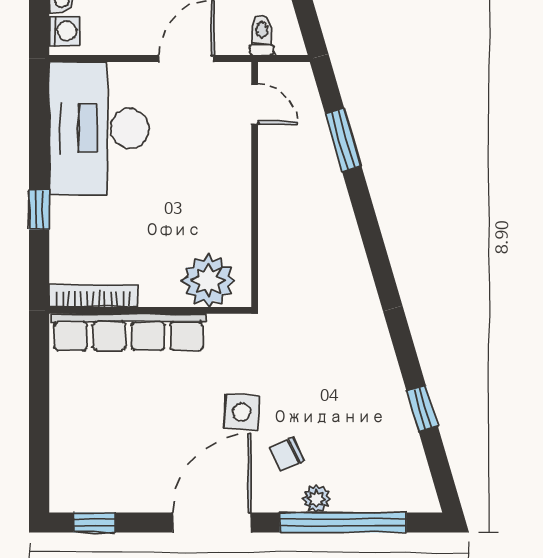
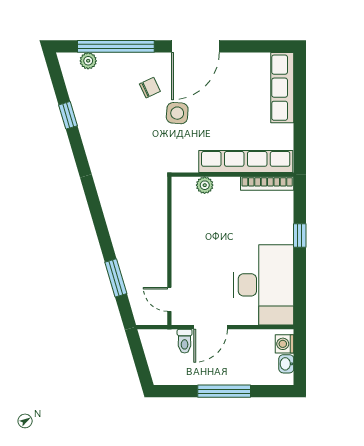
toilet: (262, 35) -> (185, 341), moved
plant: (209, 281) -> (205, 185), width x0.53, depth x0.53
row of seats: (68, 454) -> (282, 88), added
plant: (316, 499) -> (88, 61), moved
window: (94, 522) -> (266, 46), removed

